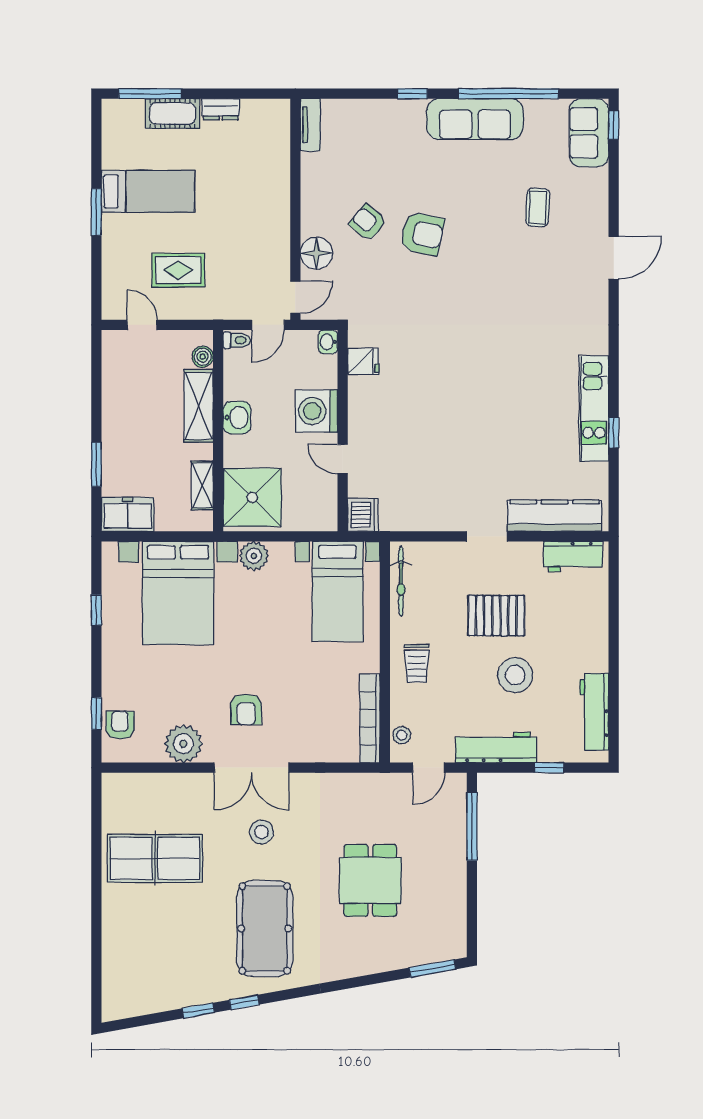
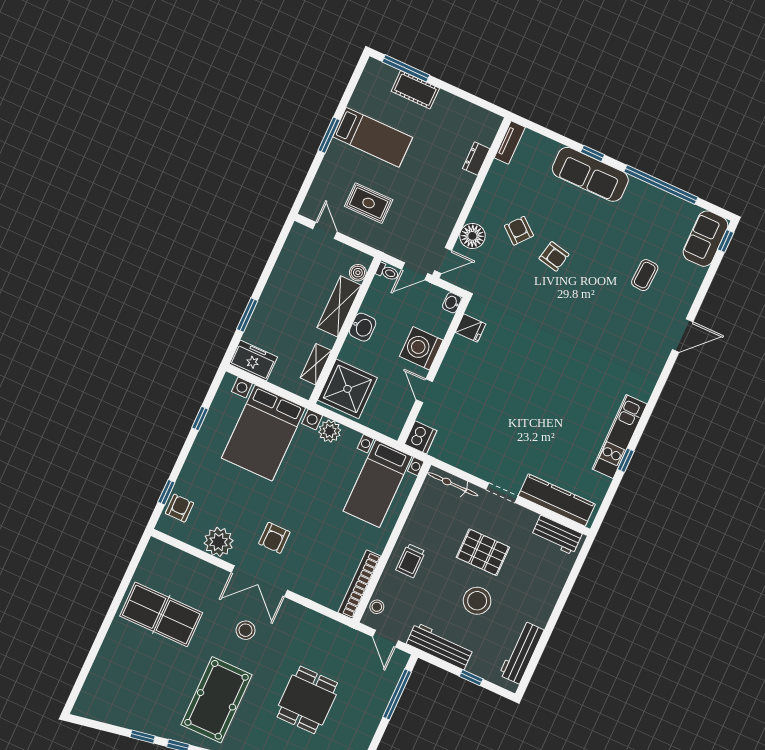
dresser: (221, 109) -> (476, 159), moved, turned 90
sofa: (475, 119) -> (590, 174), moved
armchair: (422, 234) -> (554, 256), width x0.72, depth x0.72
bicycle: (401, 581) -> (453, 484), moved, turned 90
door: (429, 768) -> (385, 639), hinge flipped

